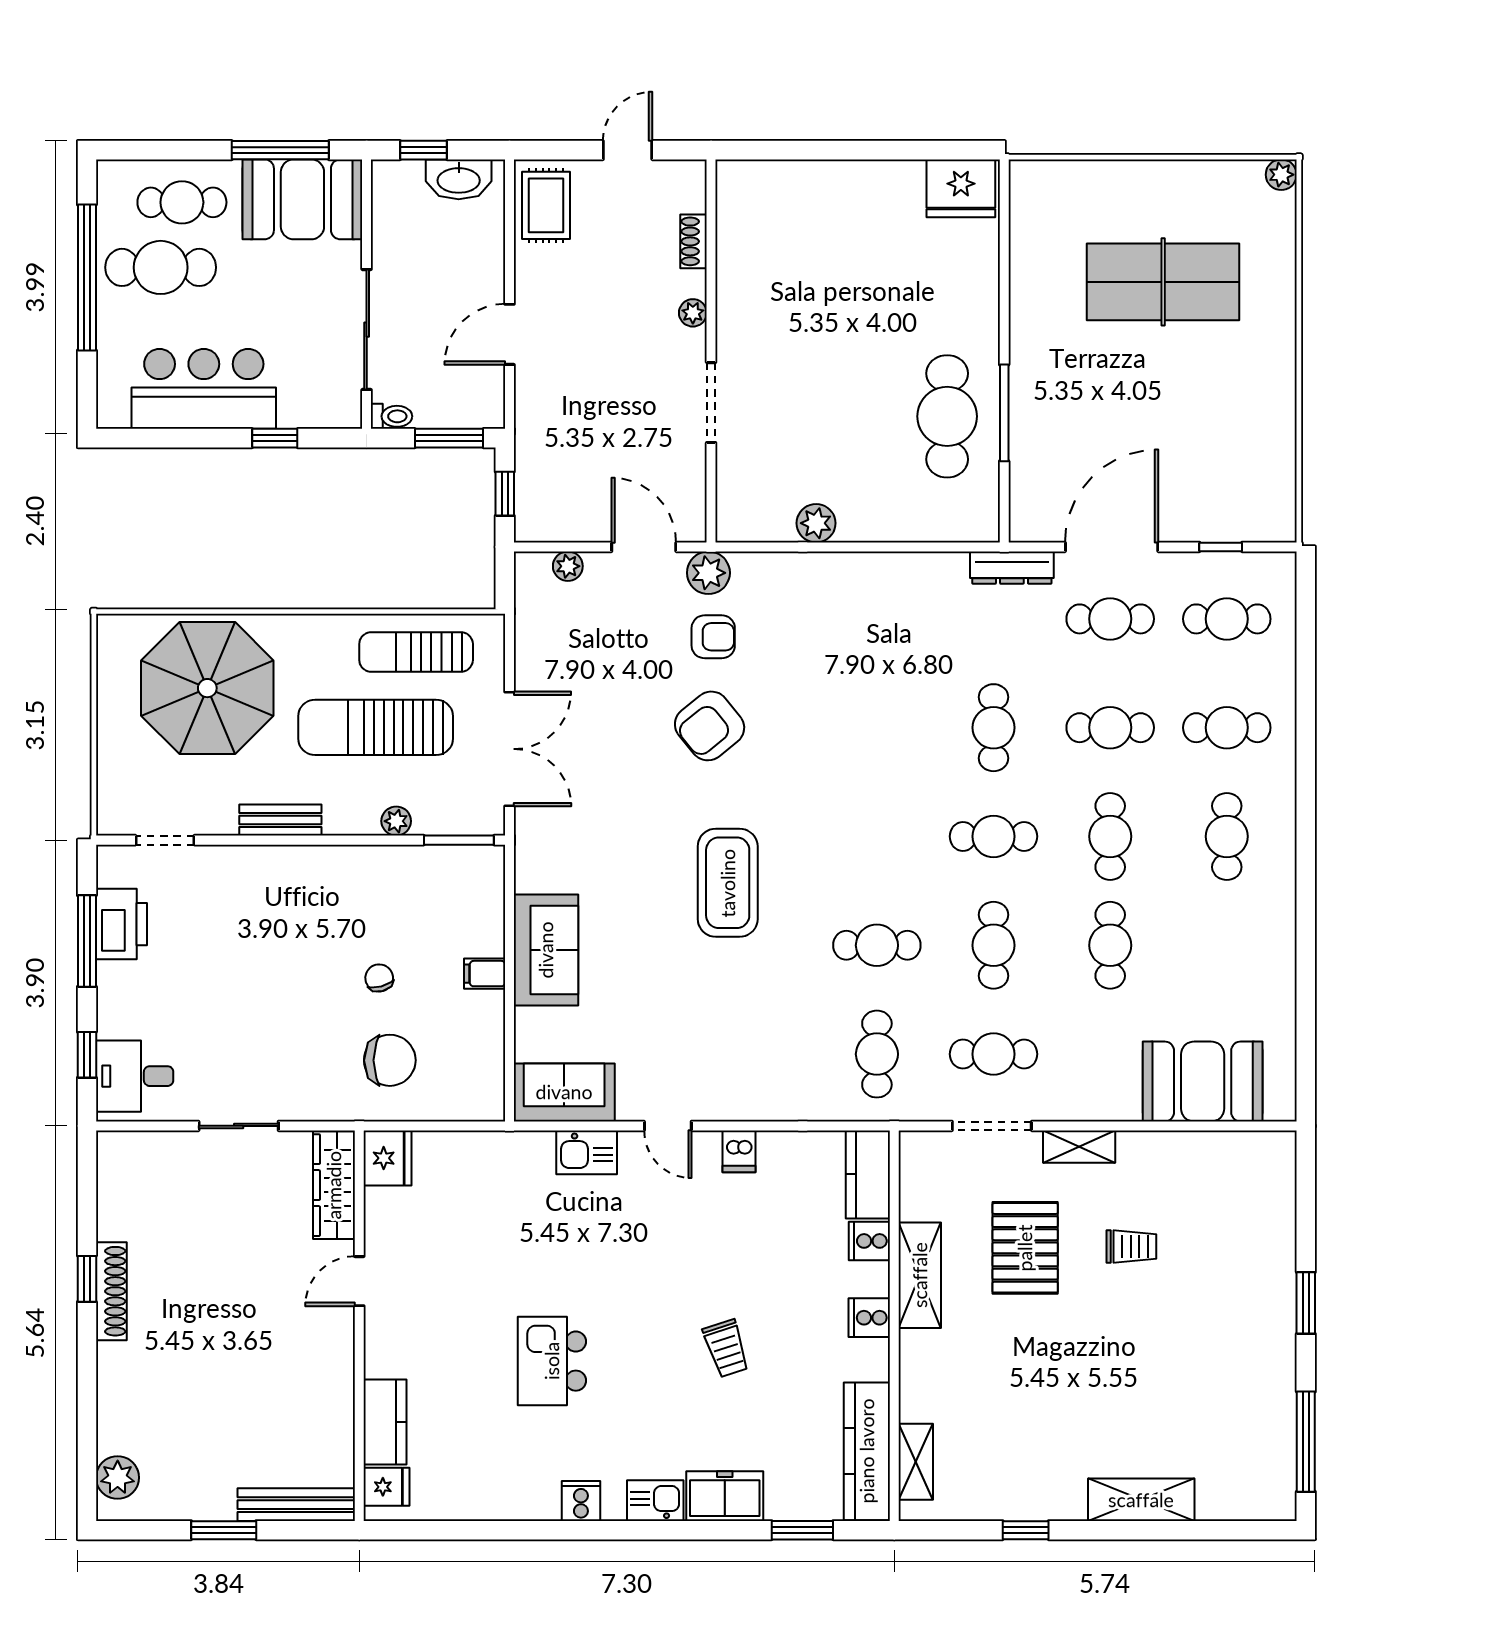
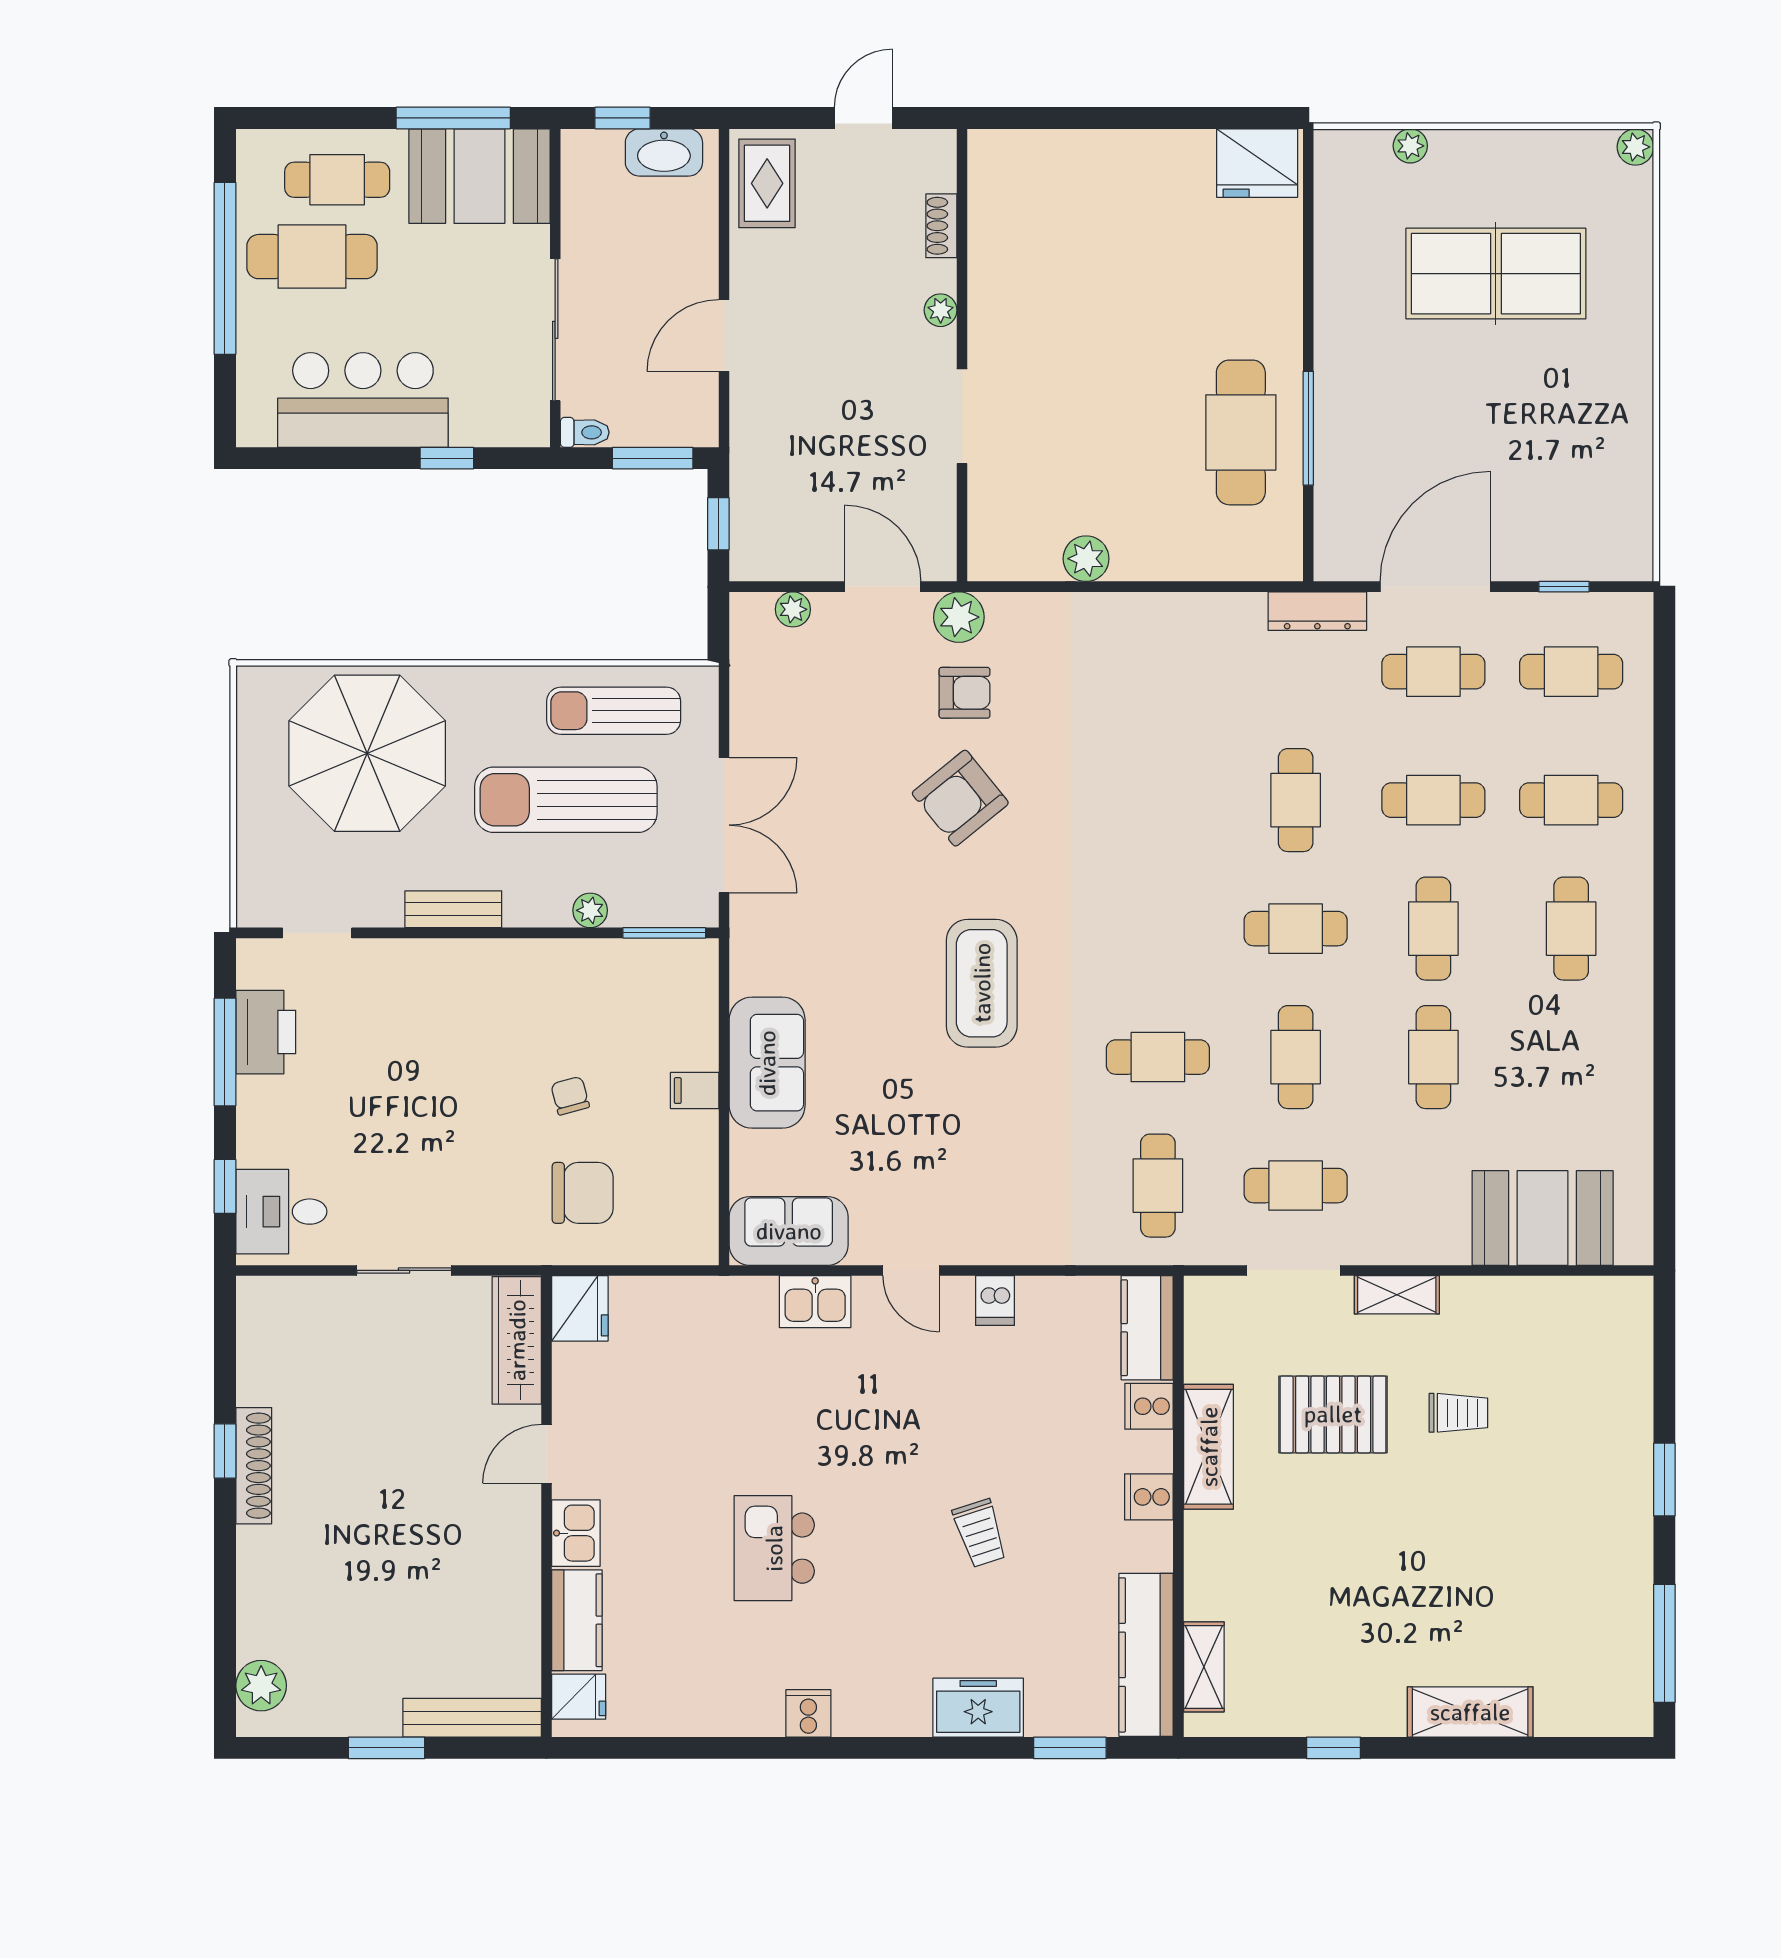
plant: (1091, 174) -> (1410, 146), added
pallet: (1025, 1248) -> (1333, 1414), turned 90
kitchen sink: (655, 1501) -> (576, 1533), moved, turned 90

